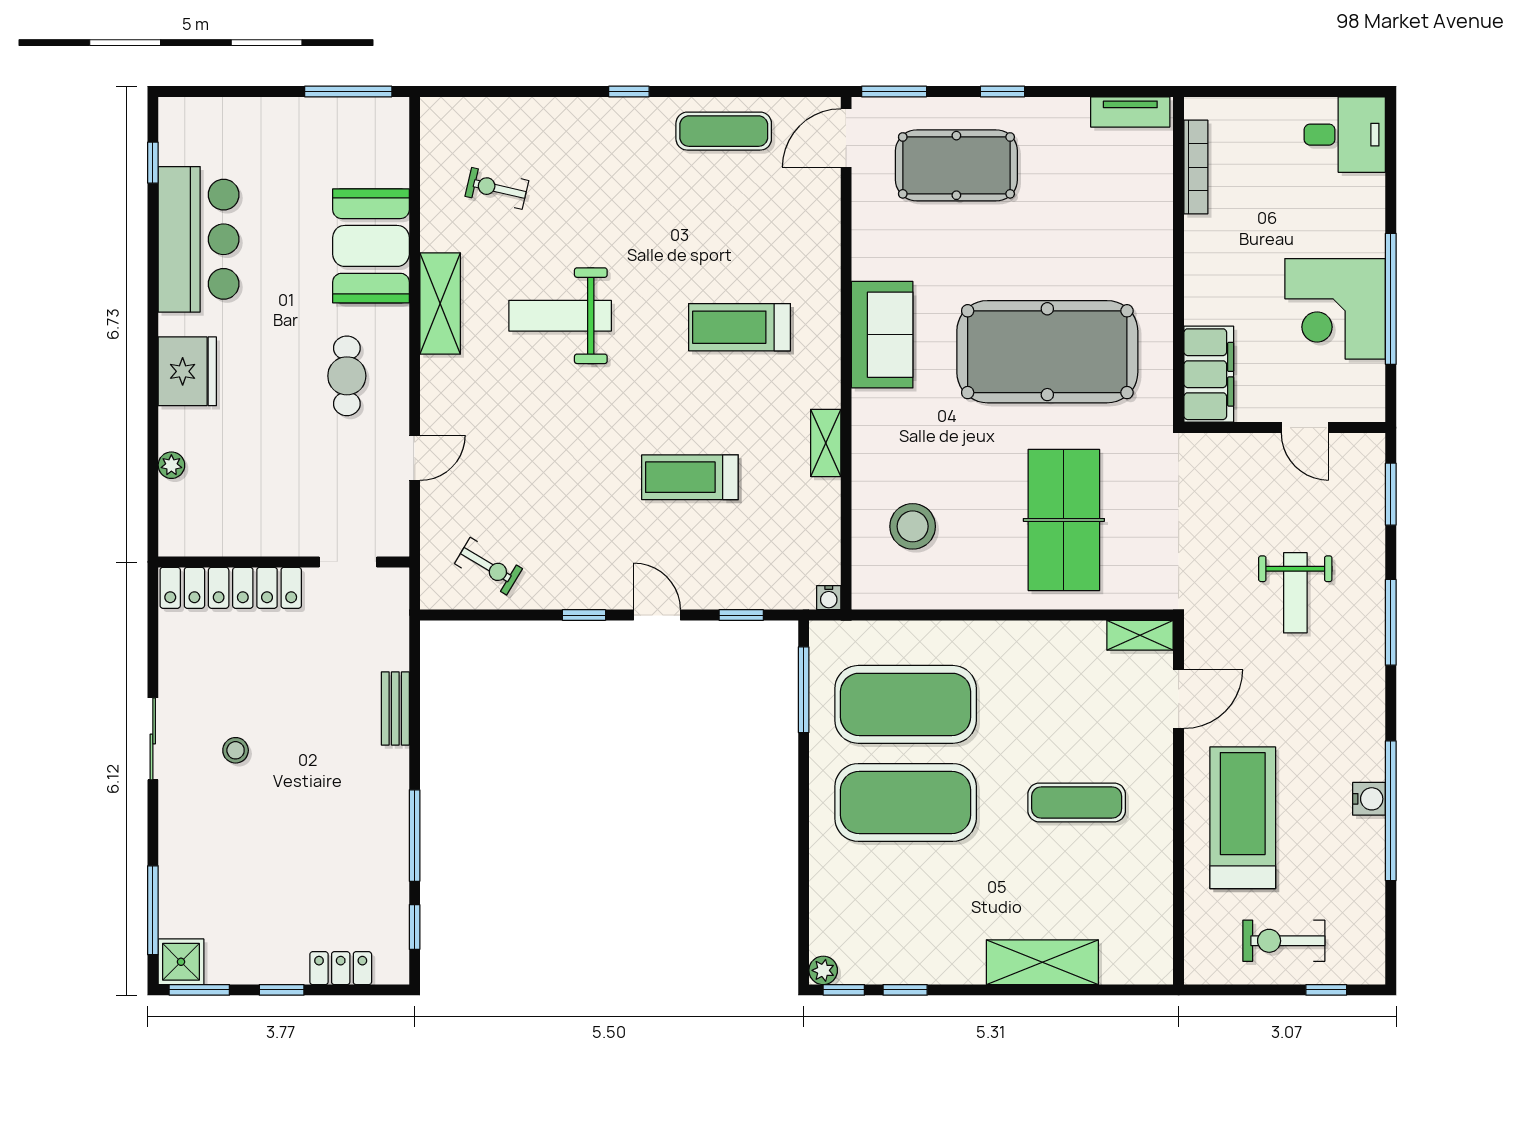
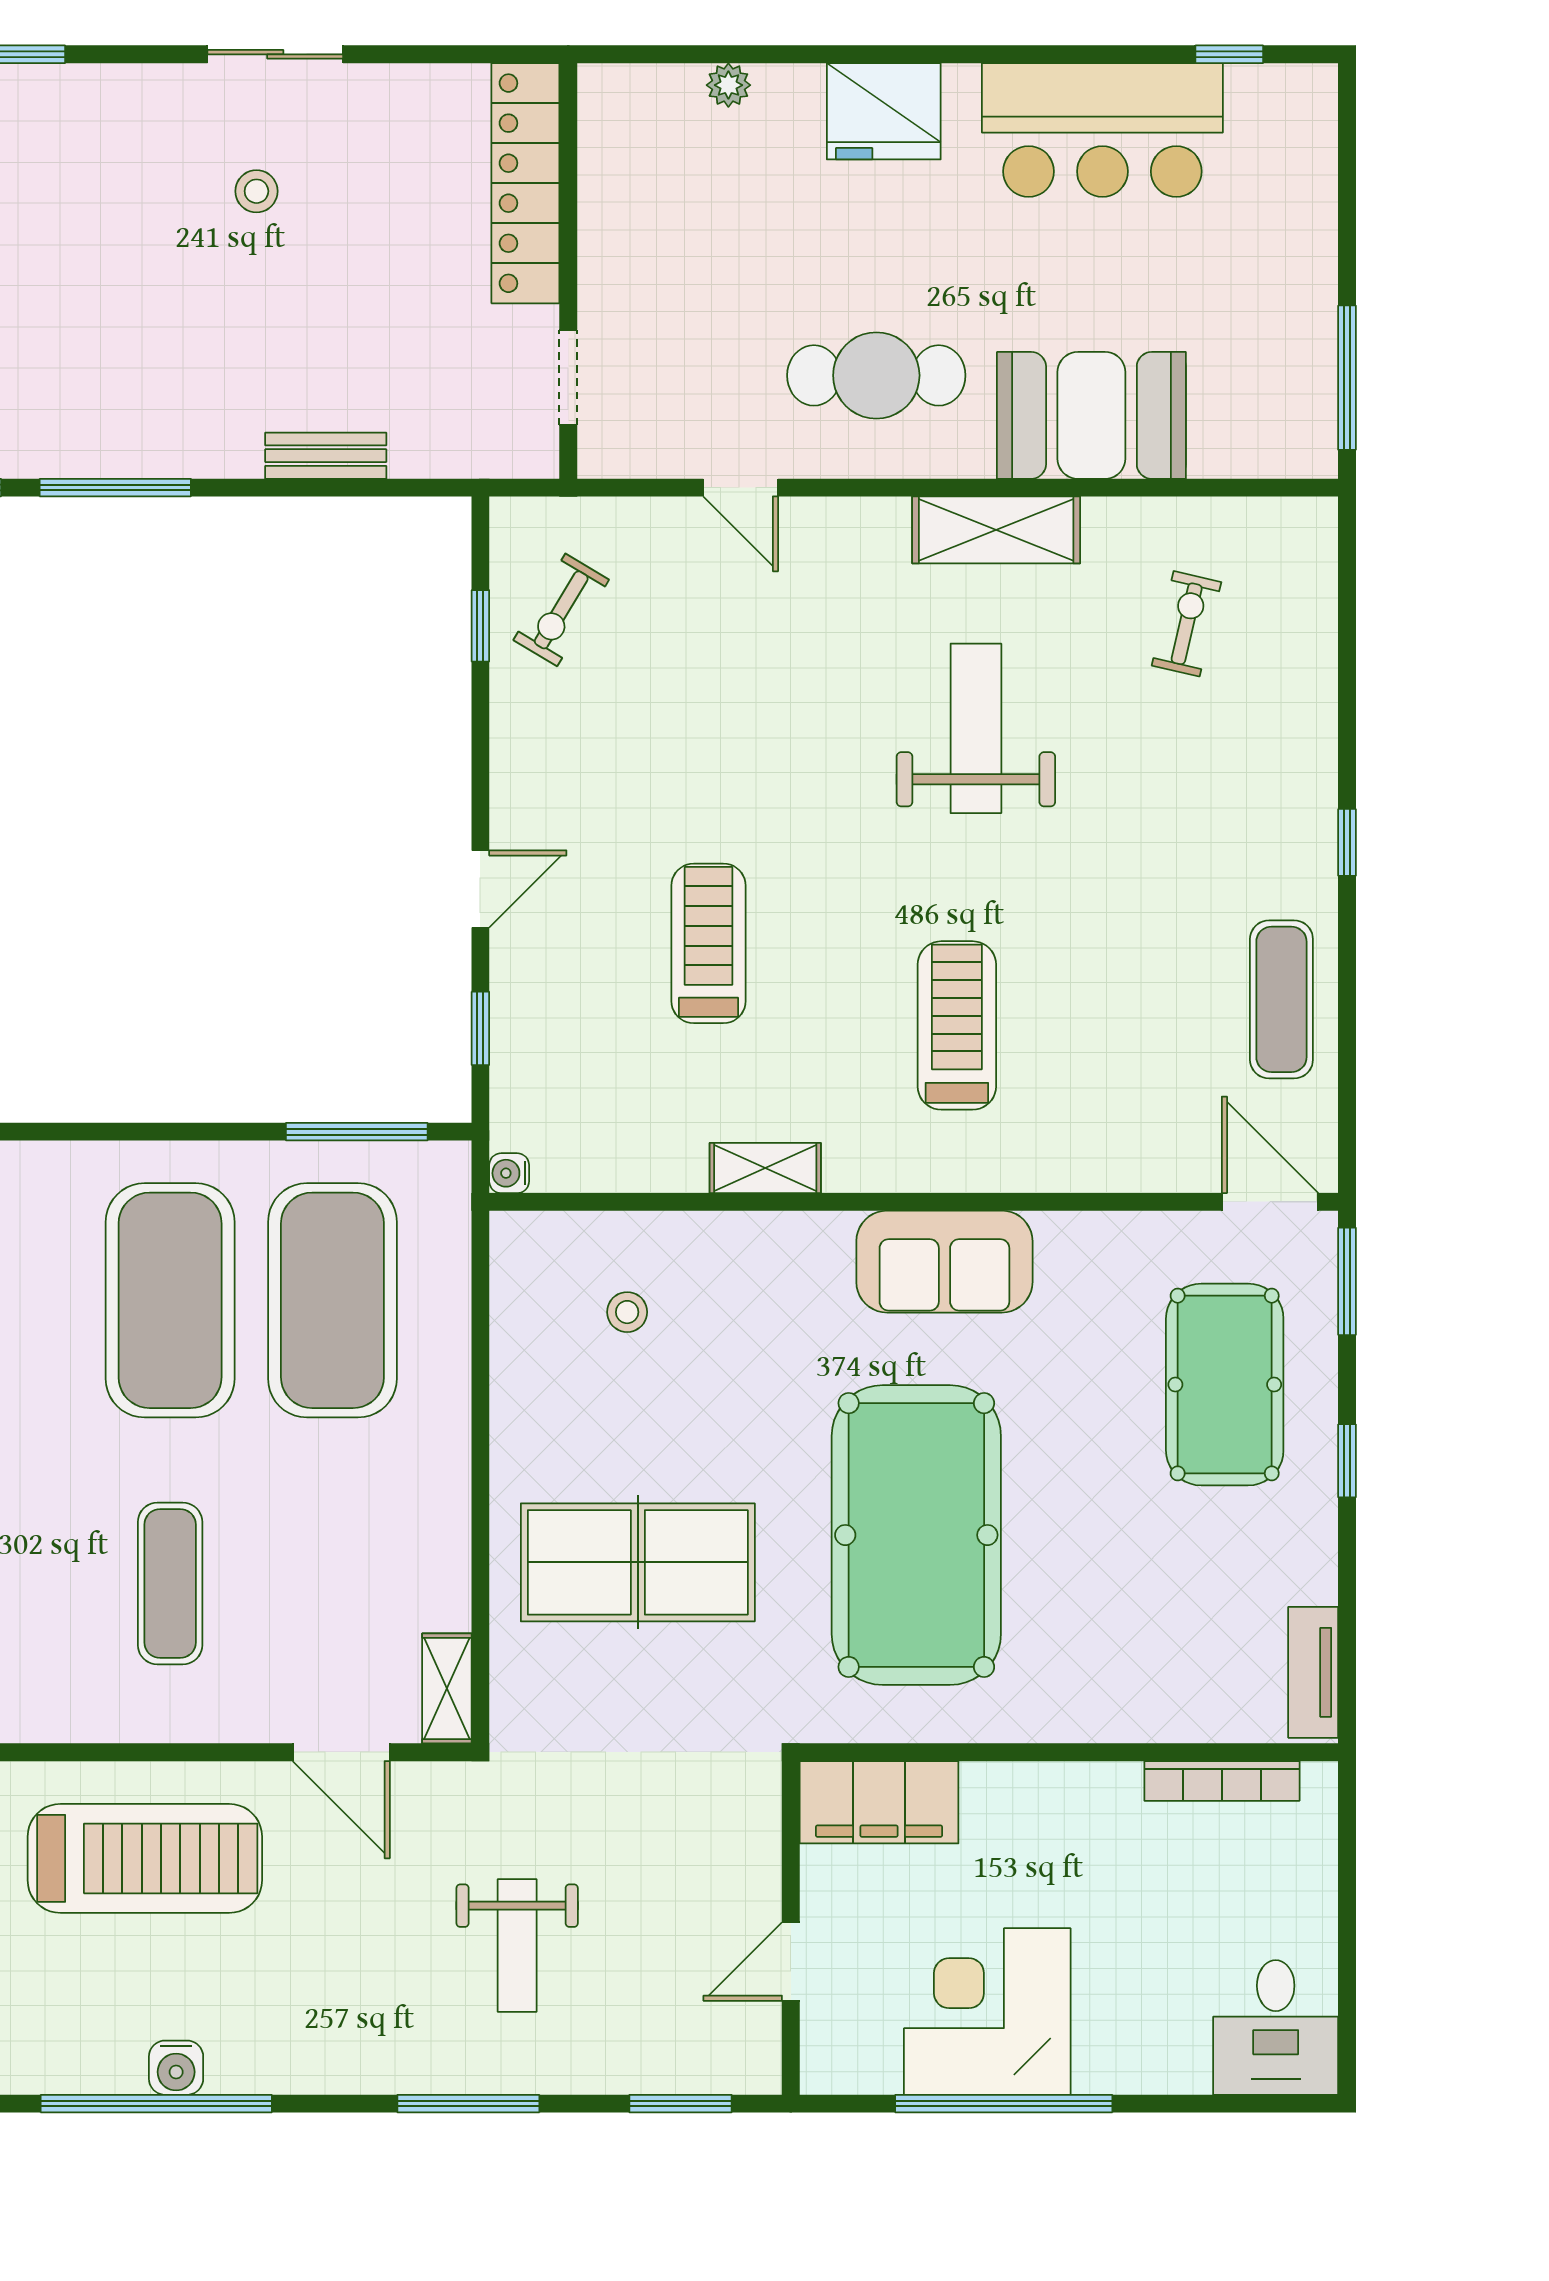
cafe table: (347, 376) -> (876, 375), width x1.37, depth x1.35
stool: (913, 526) -> (627, 1312), width x0.53, depth x0.53
weight bench: (1295, 593) -> (517, 1946), turned -90
window: (584, 615) -> (480, 626), moved

